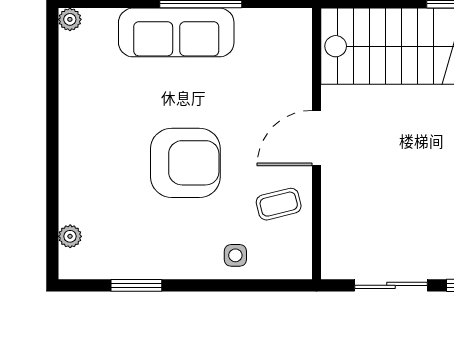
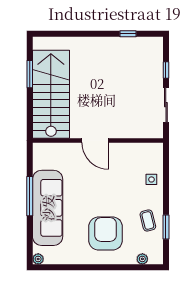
sofa: (176, 32) -> (48, 208), width x1.36, depth x1.27
armchair: (185, 163) -> (106, 233), moved
coffee table: (279, 204) -> (148, 221), moved

